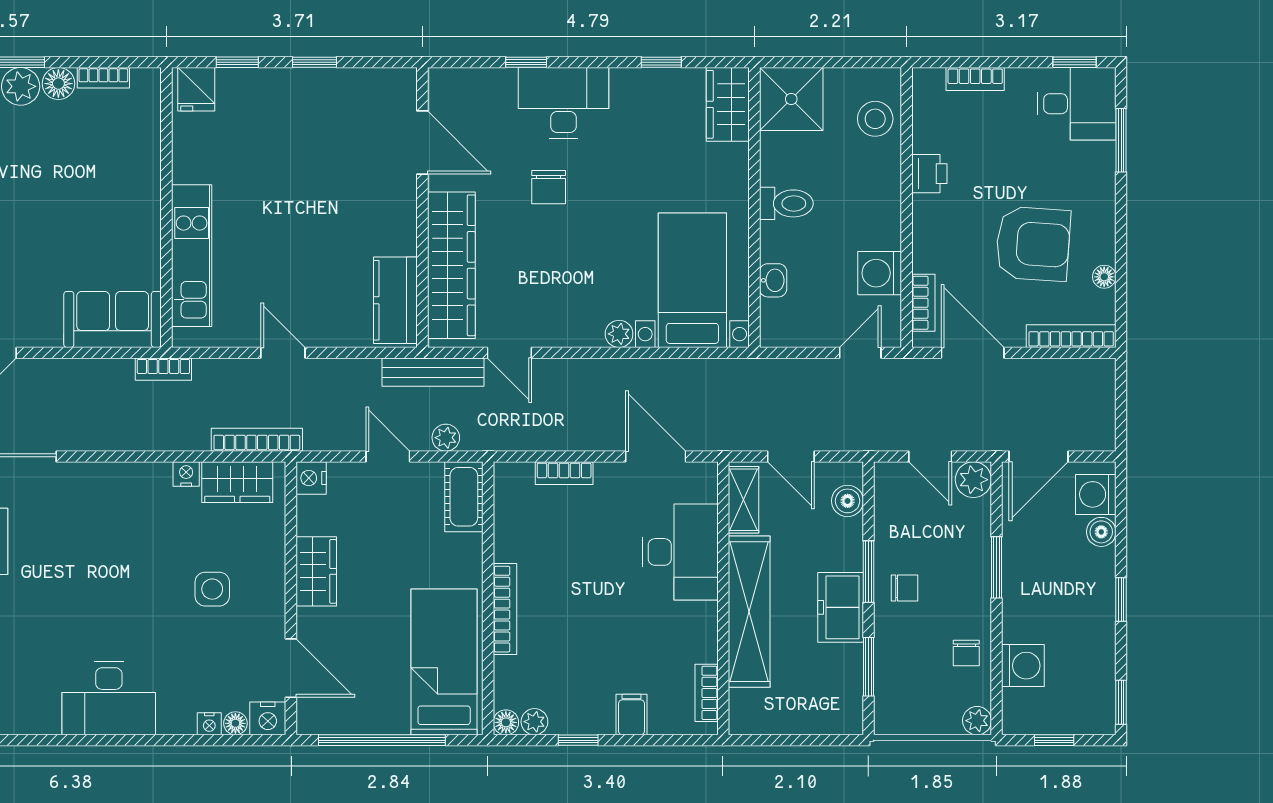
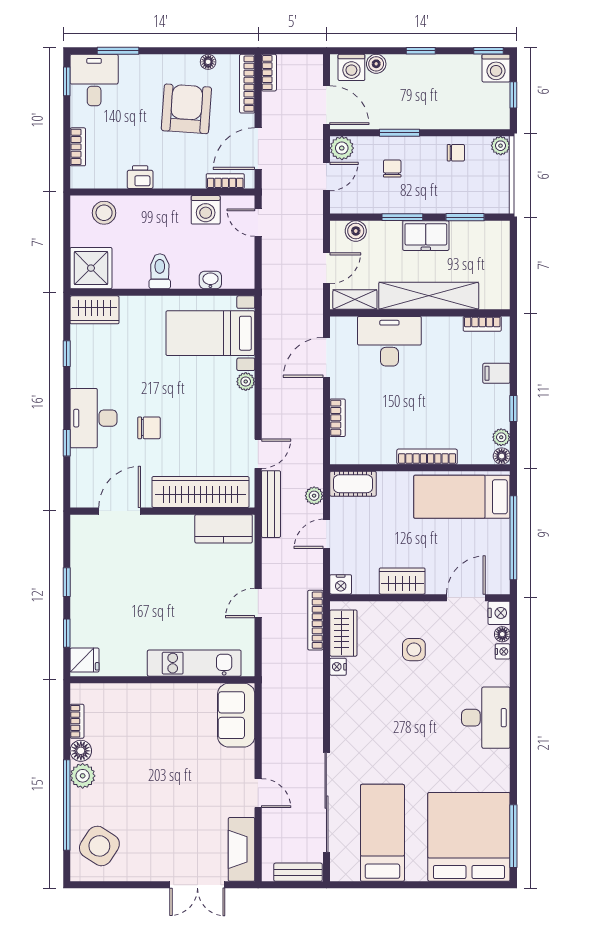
bookcase: (163, 369) -> (269, 73), moved
chair: (904, 588) -> (392, 169), moved
washing machine: (1023, 666) -> (496, 68), moved, turned 180

